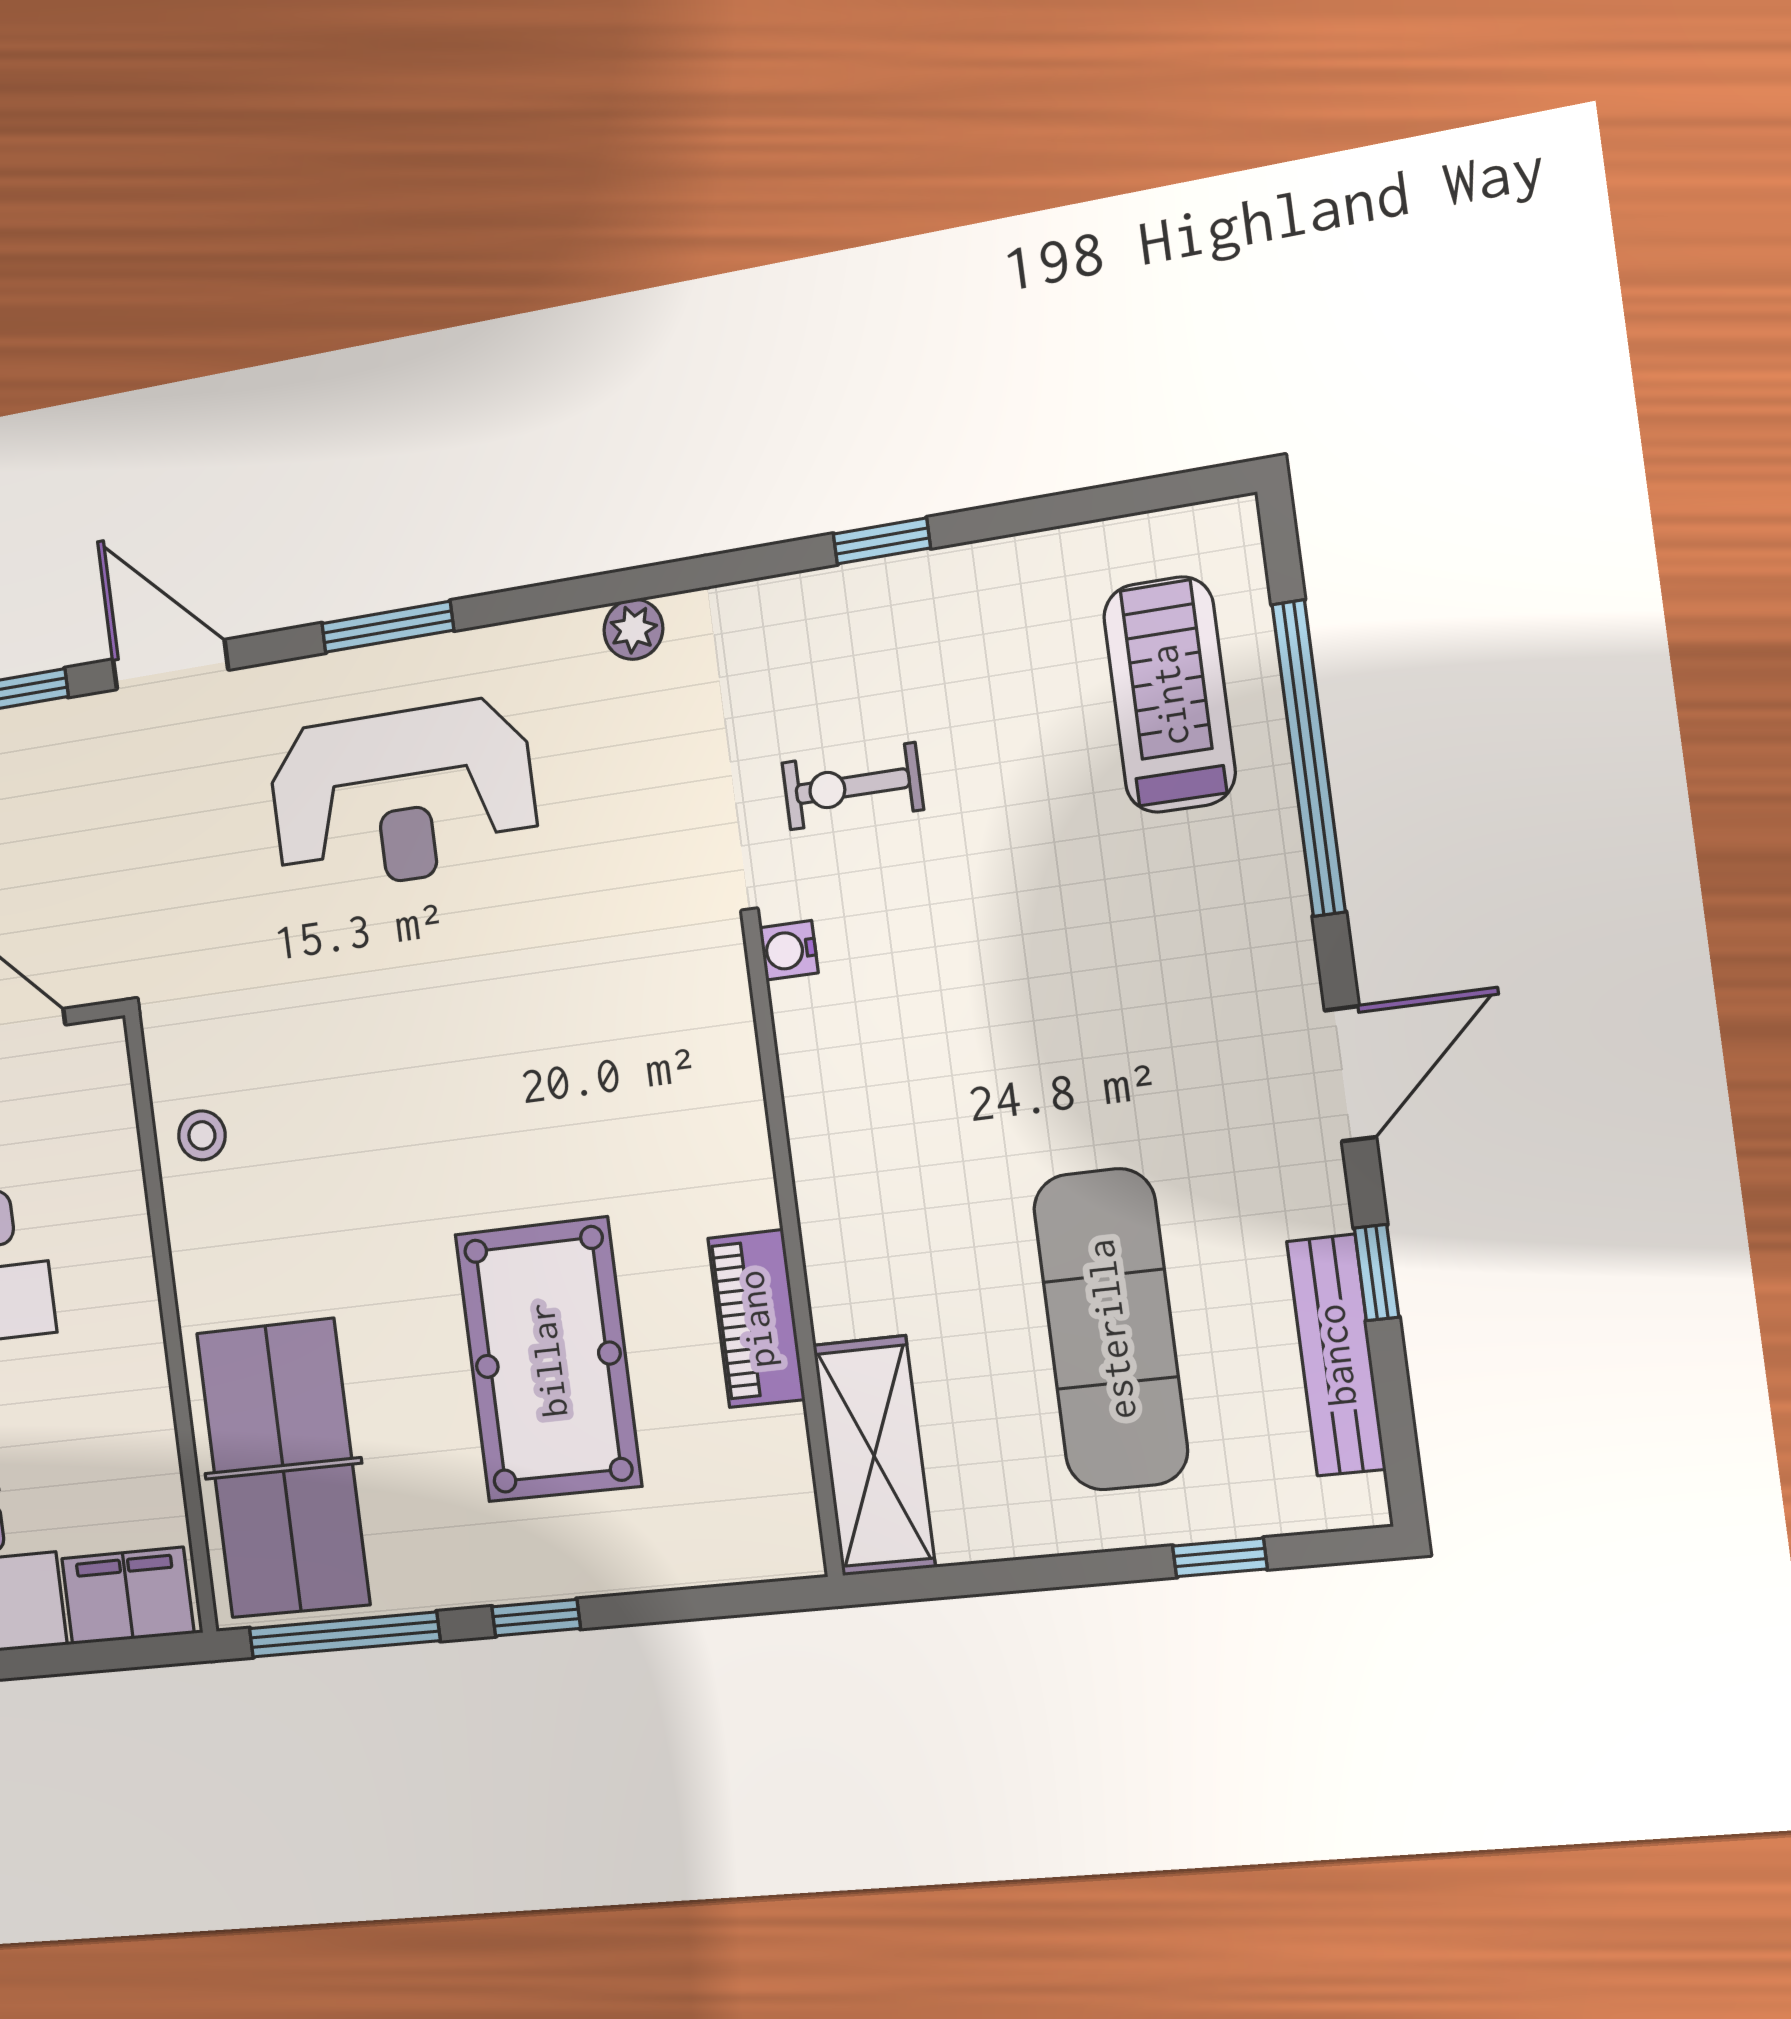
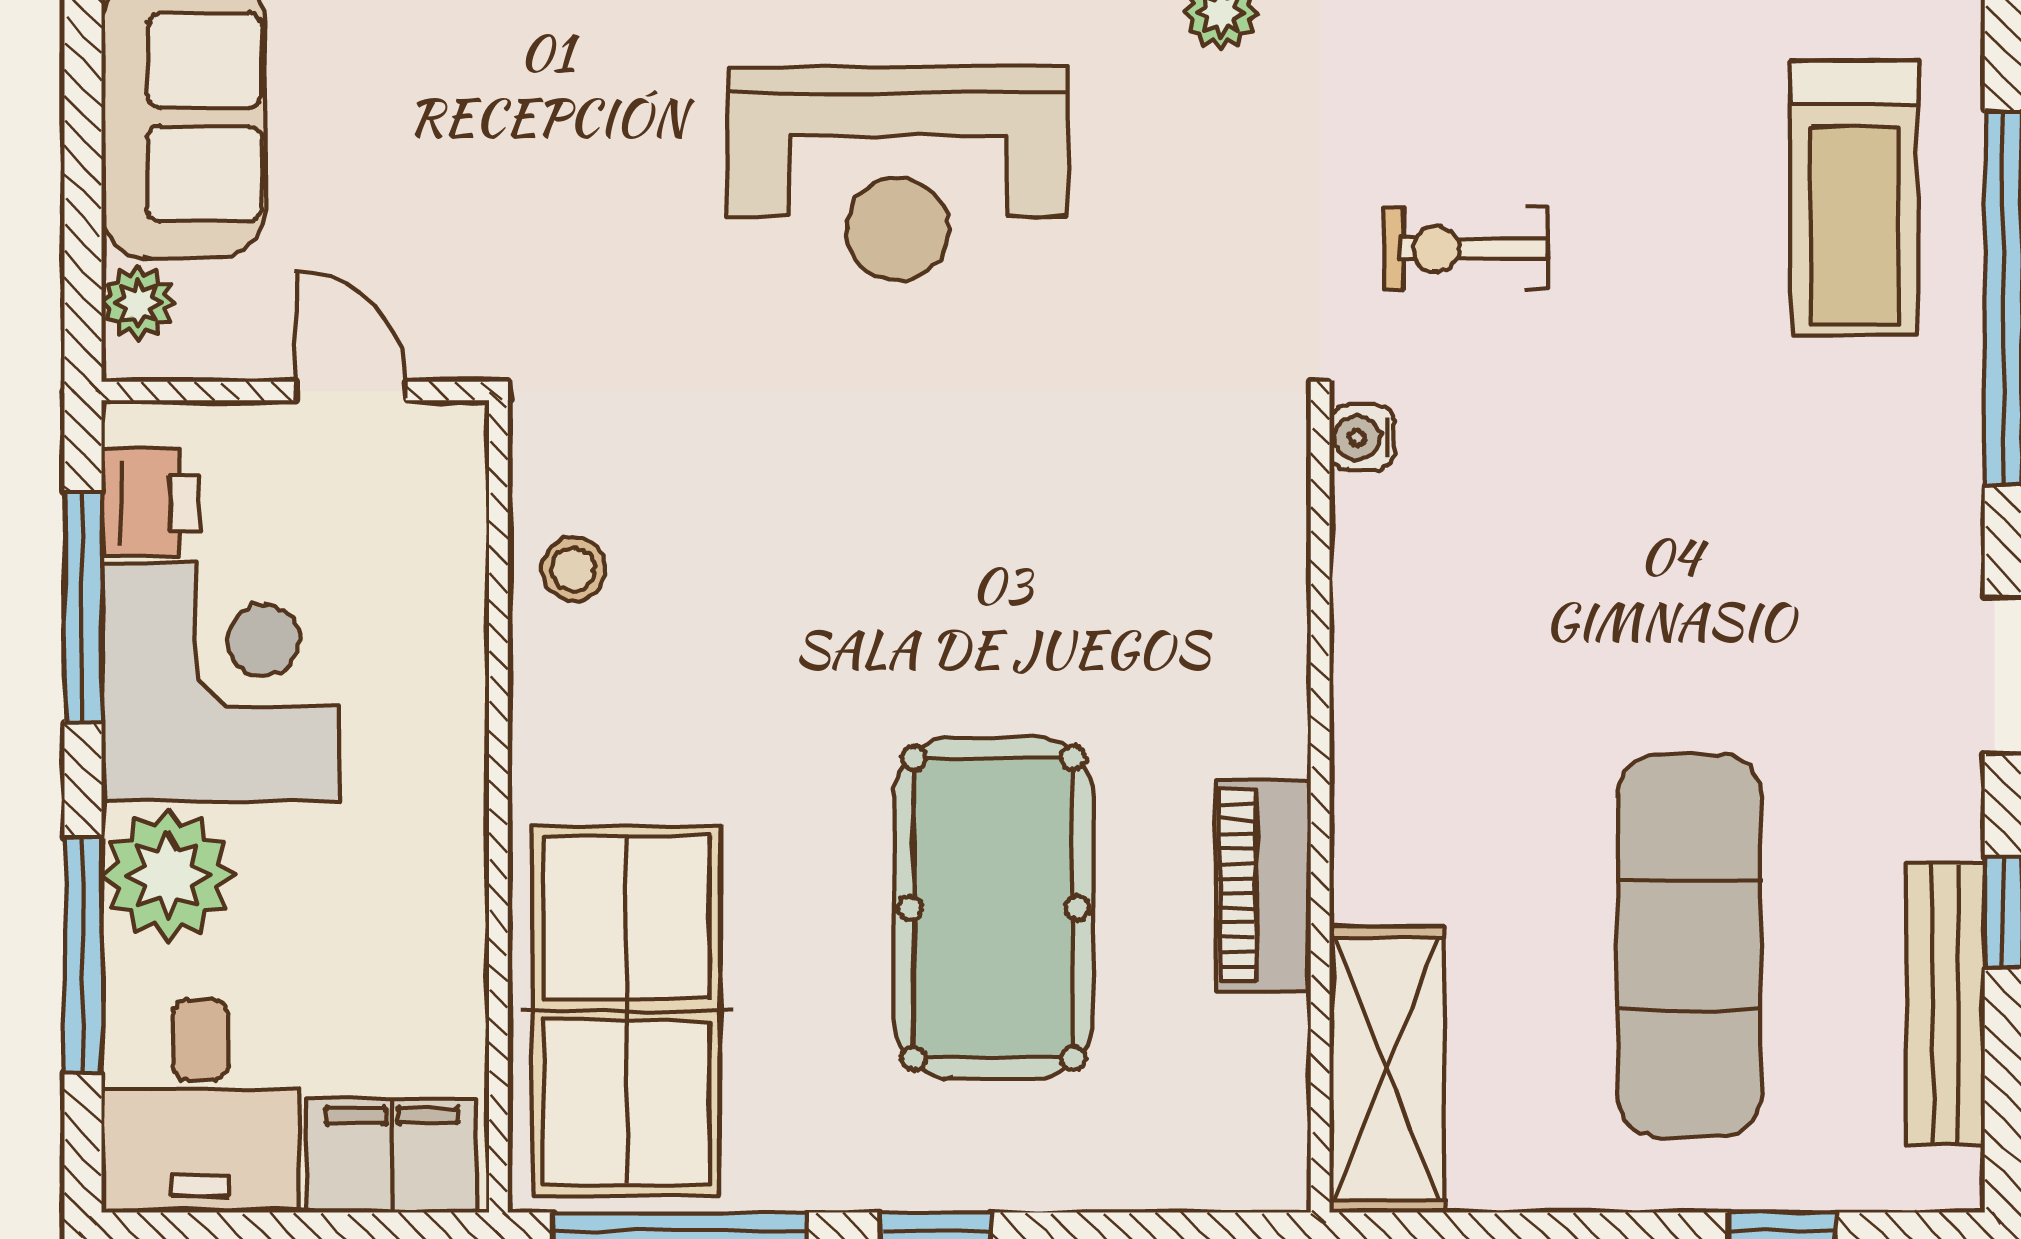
treadmill: (1169, 695) -> (1854, 198), turned 180

